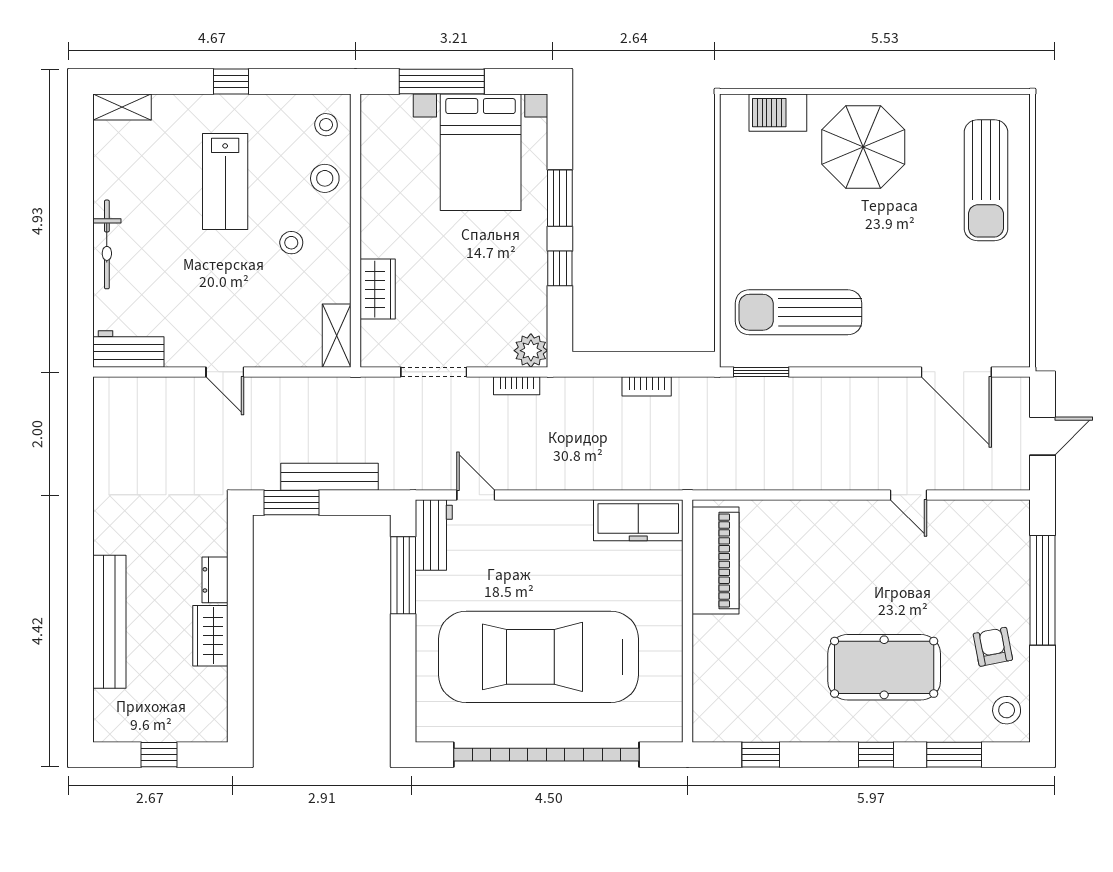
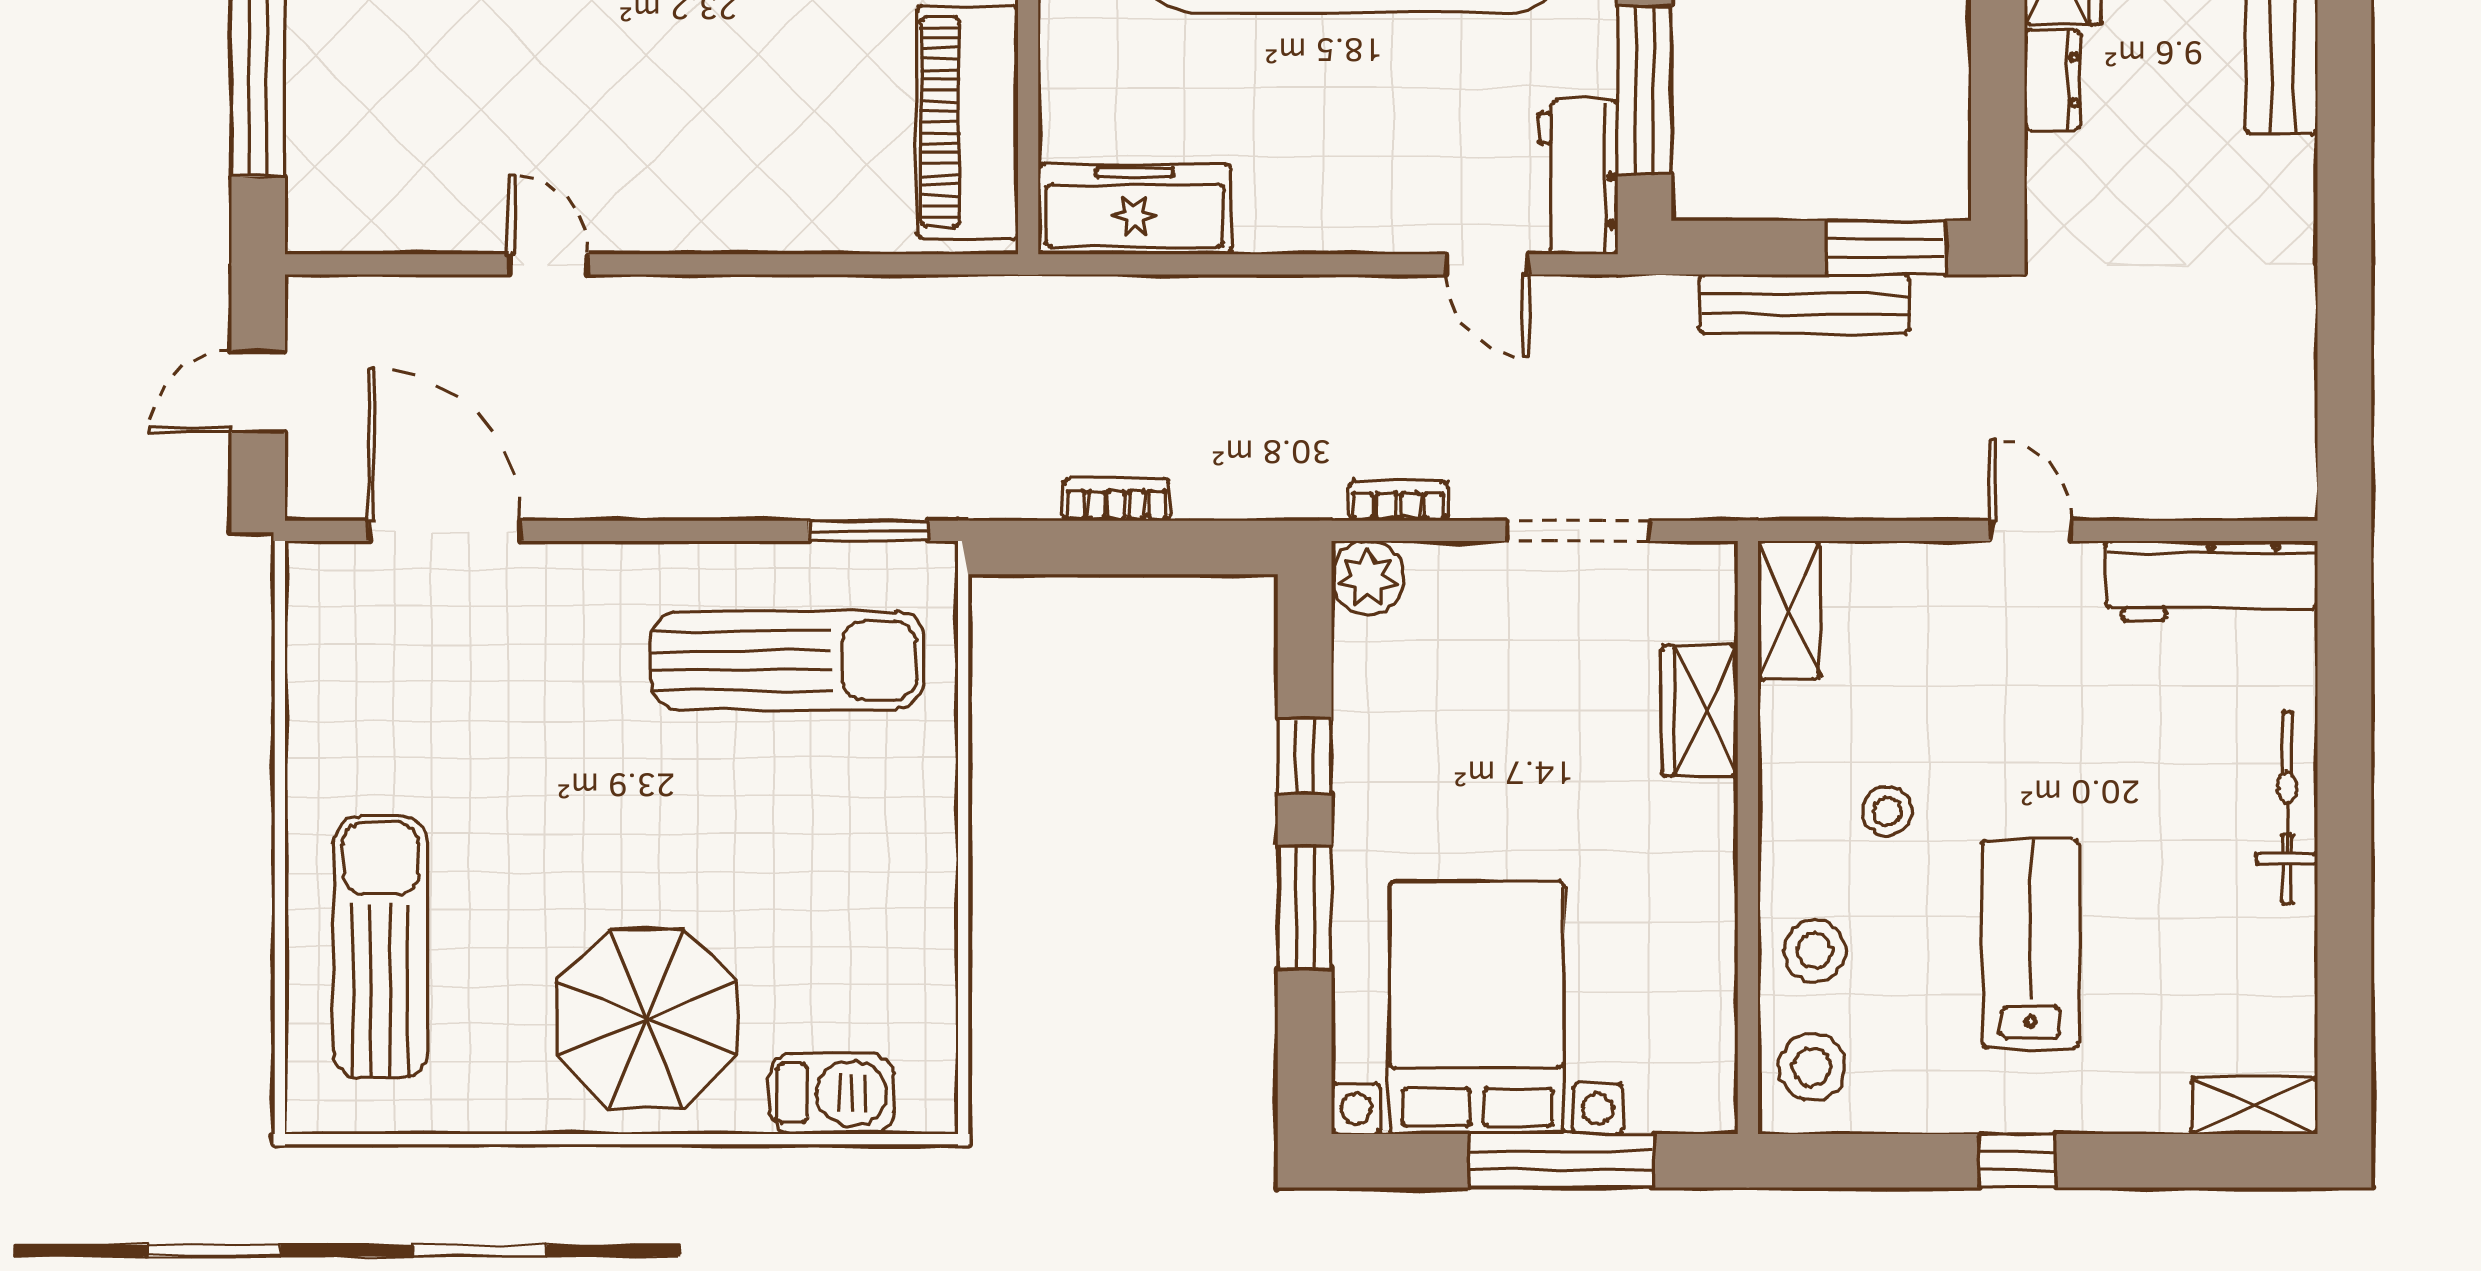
stool: (326, 125) -> (1812, 1067), width x1.37, depth x1.37
workbench: (128, 349) -> (2212, 581), width x1.38

